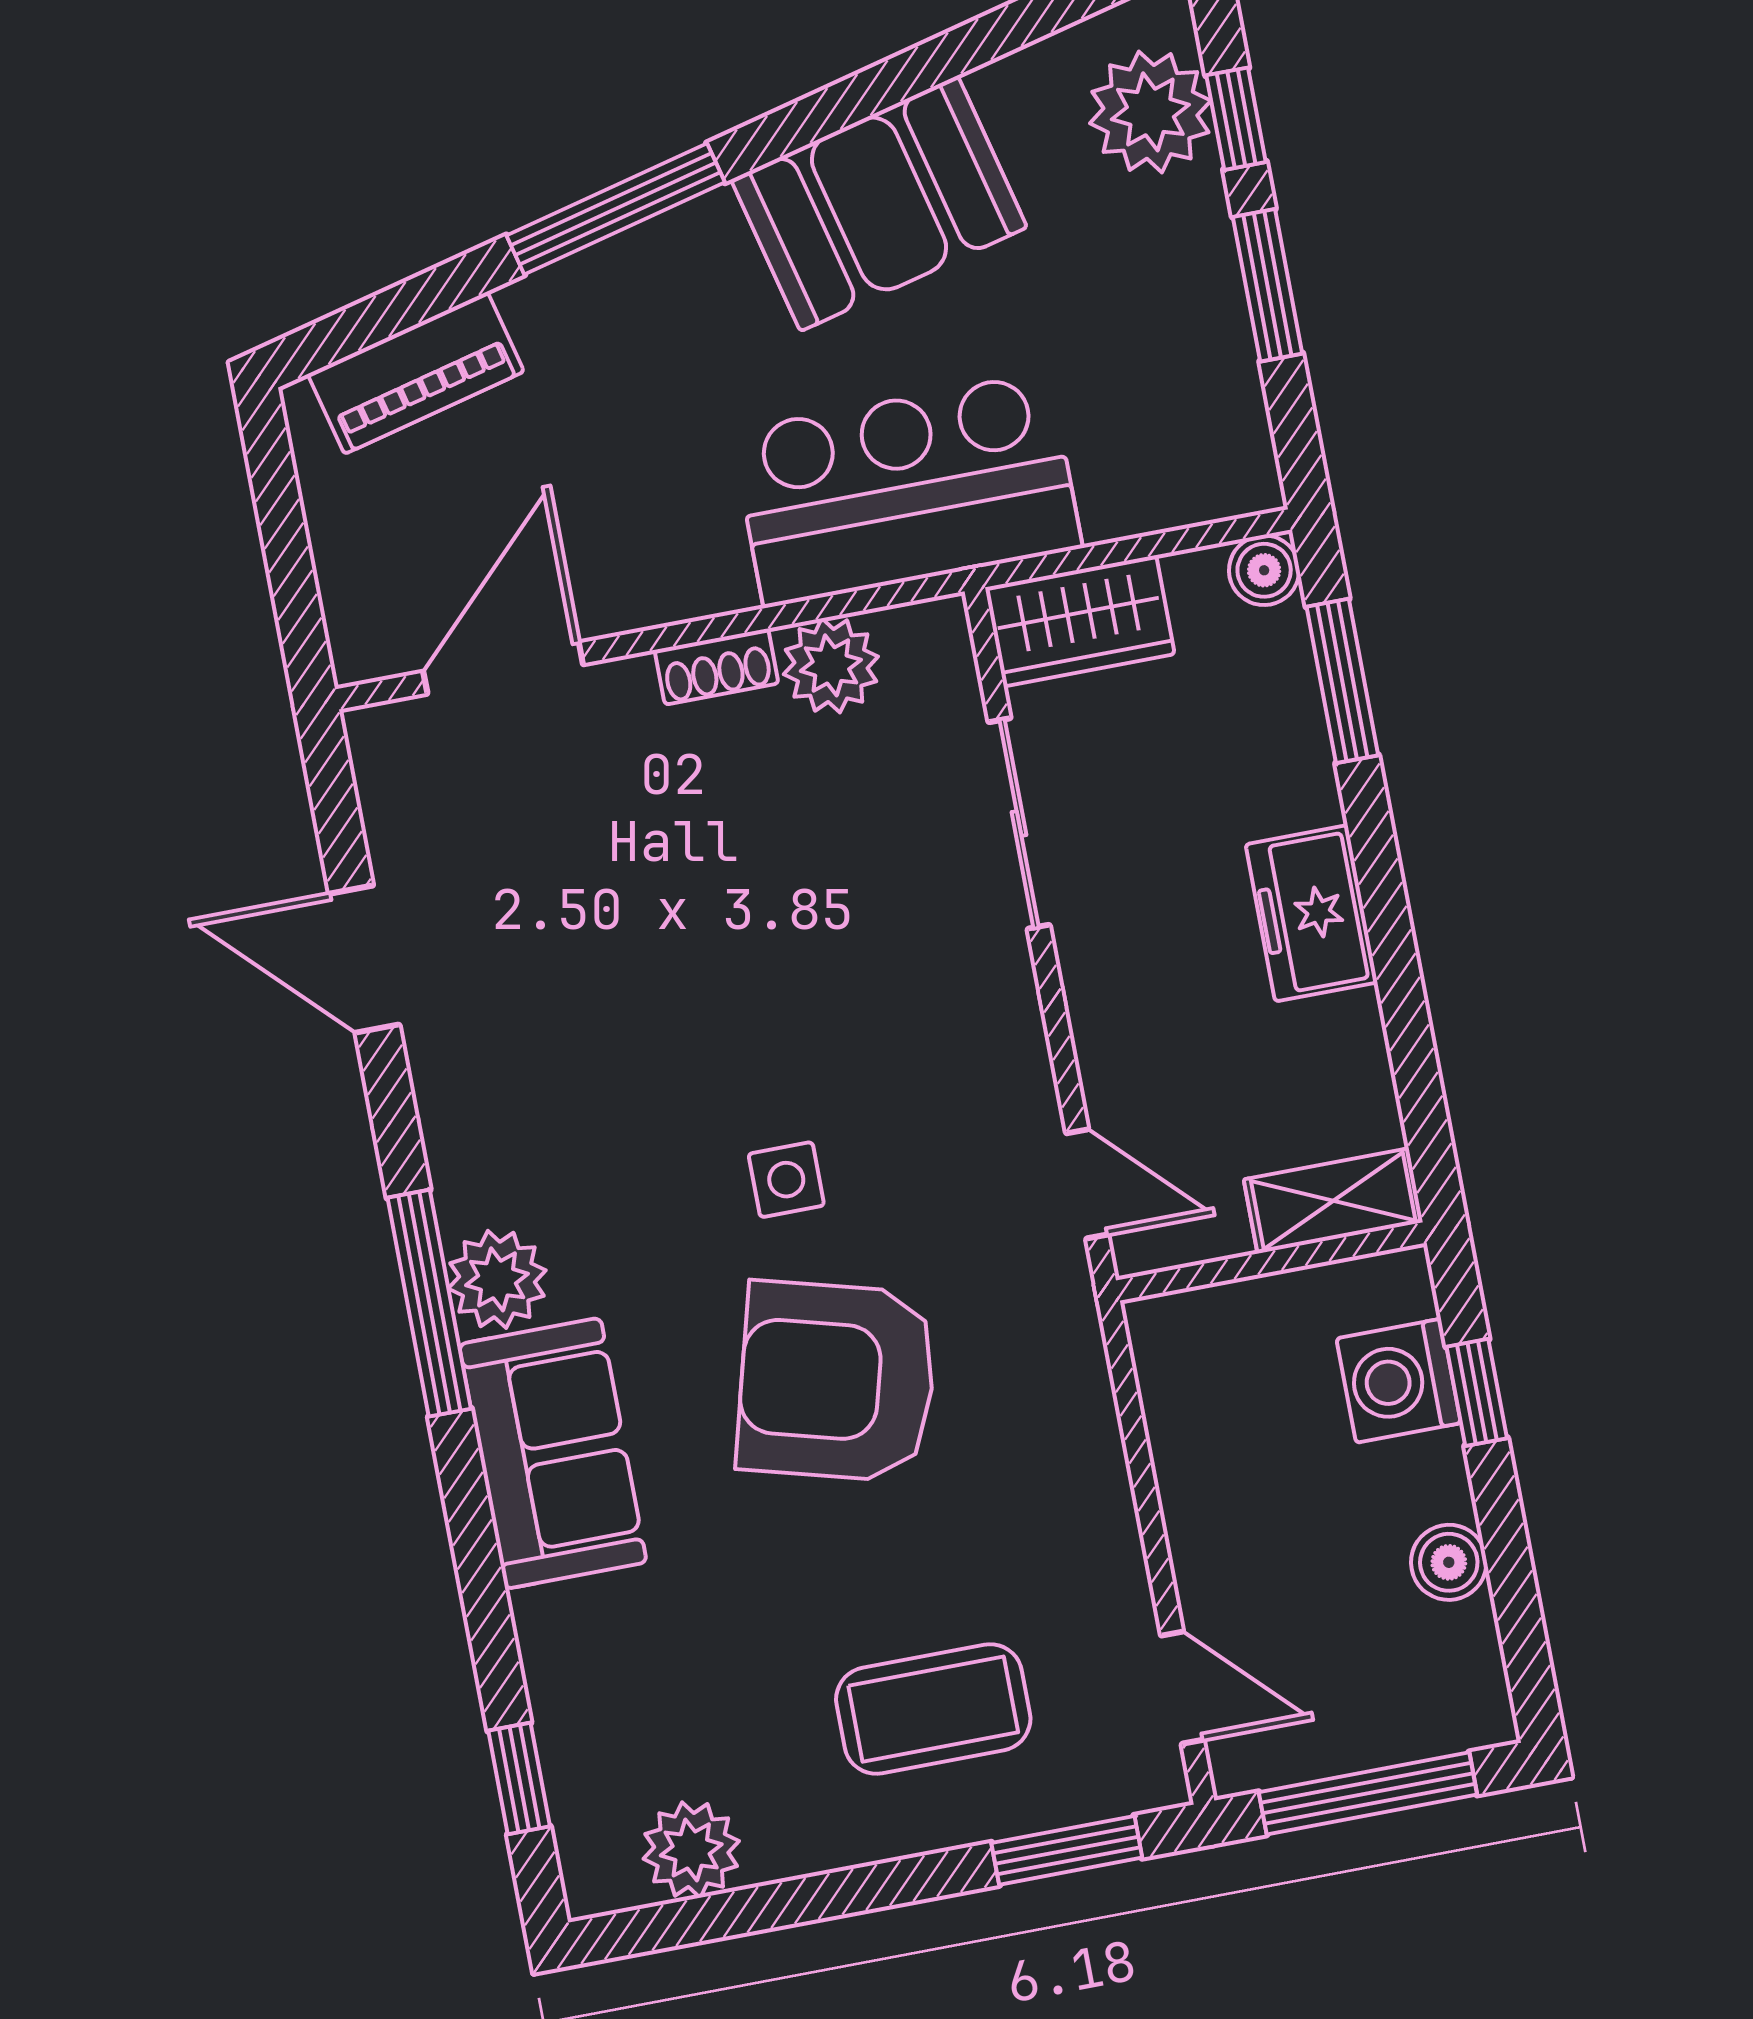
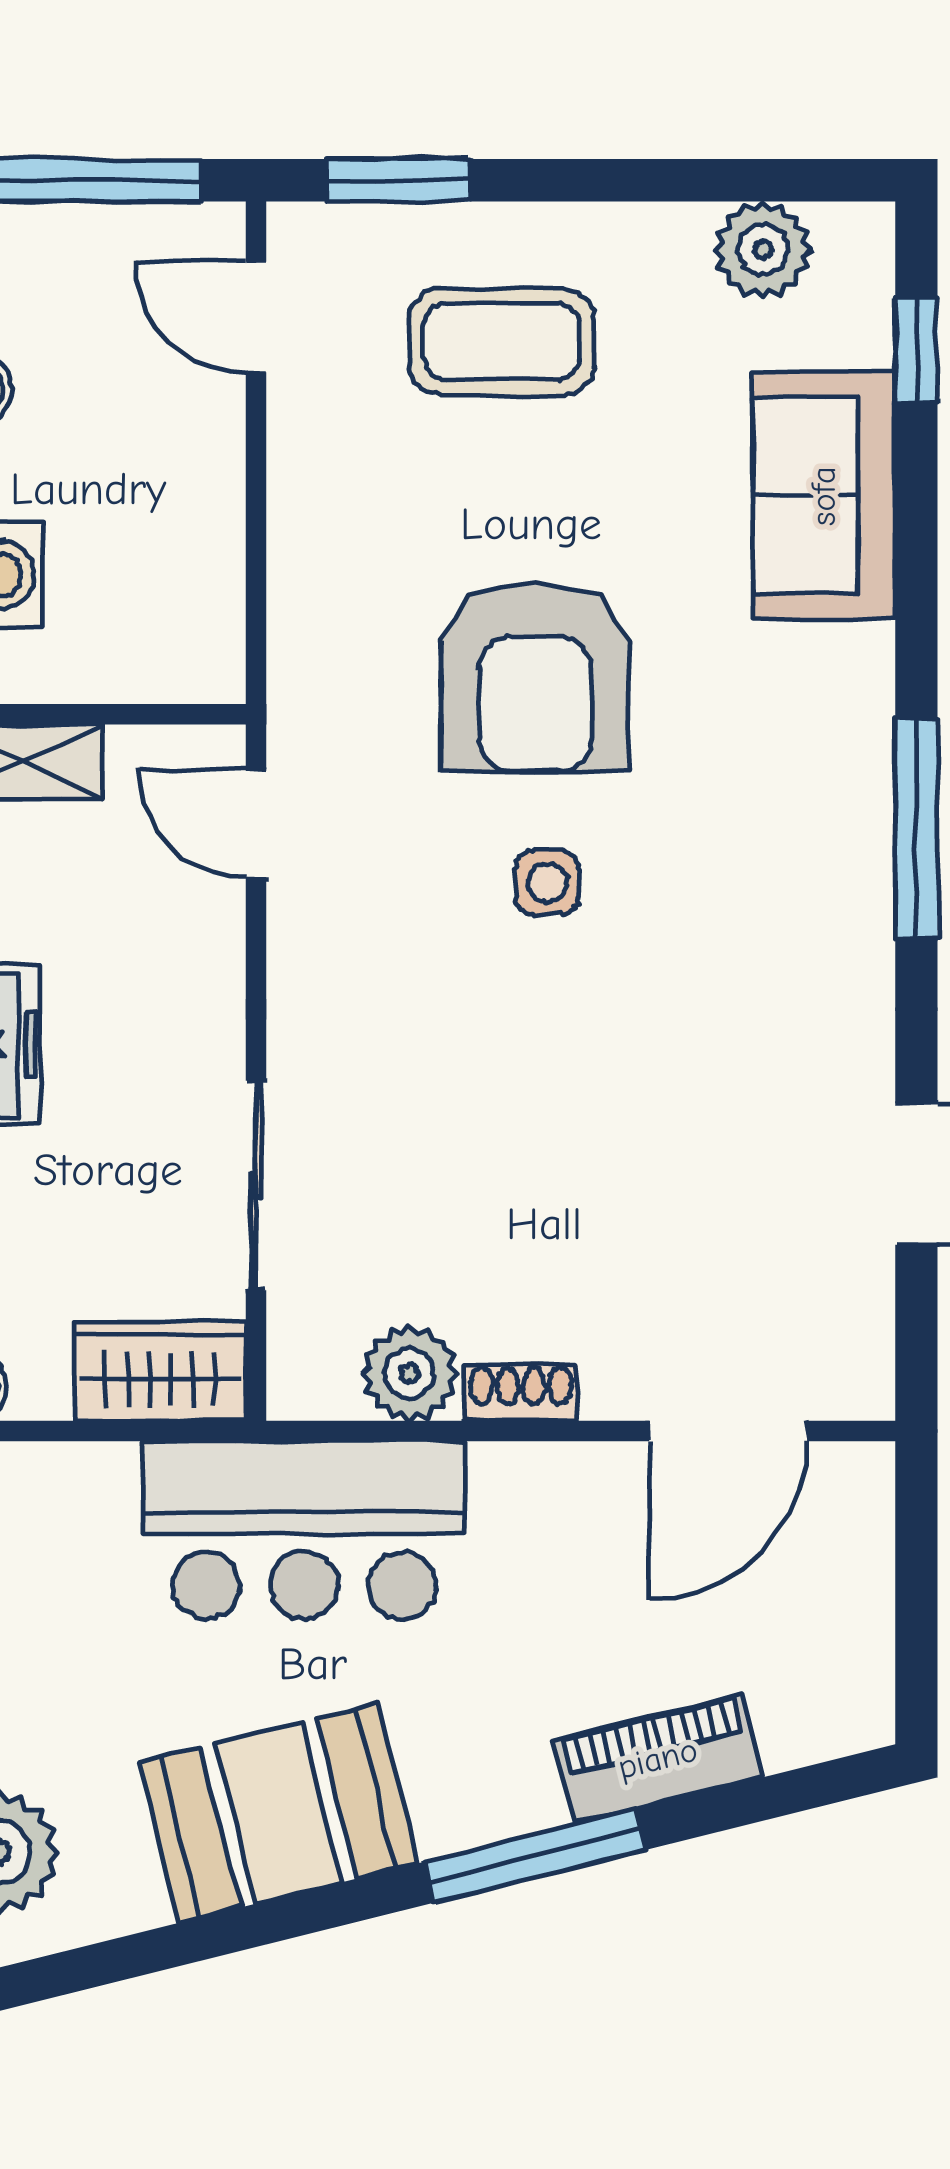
piano: (416, 373) -> (658, 1759), moved
plant: (497, 1279) -> (846, 839), removed
armchair: (837, 1381) -> (535, 678), turned 75
sofa: (553, 1453) -> (824, 496), moved

